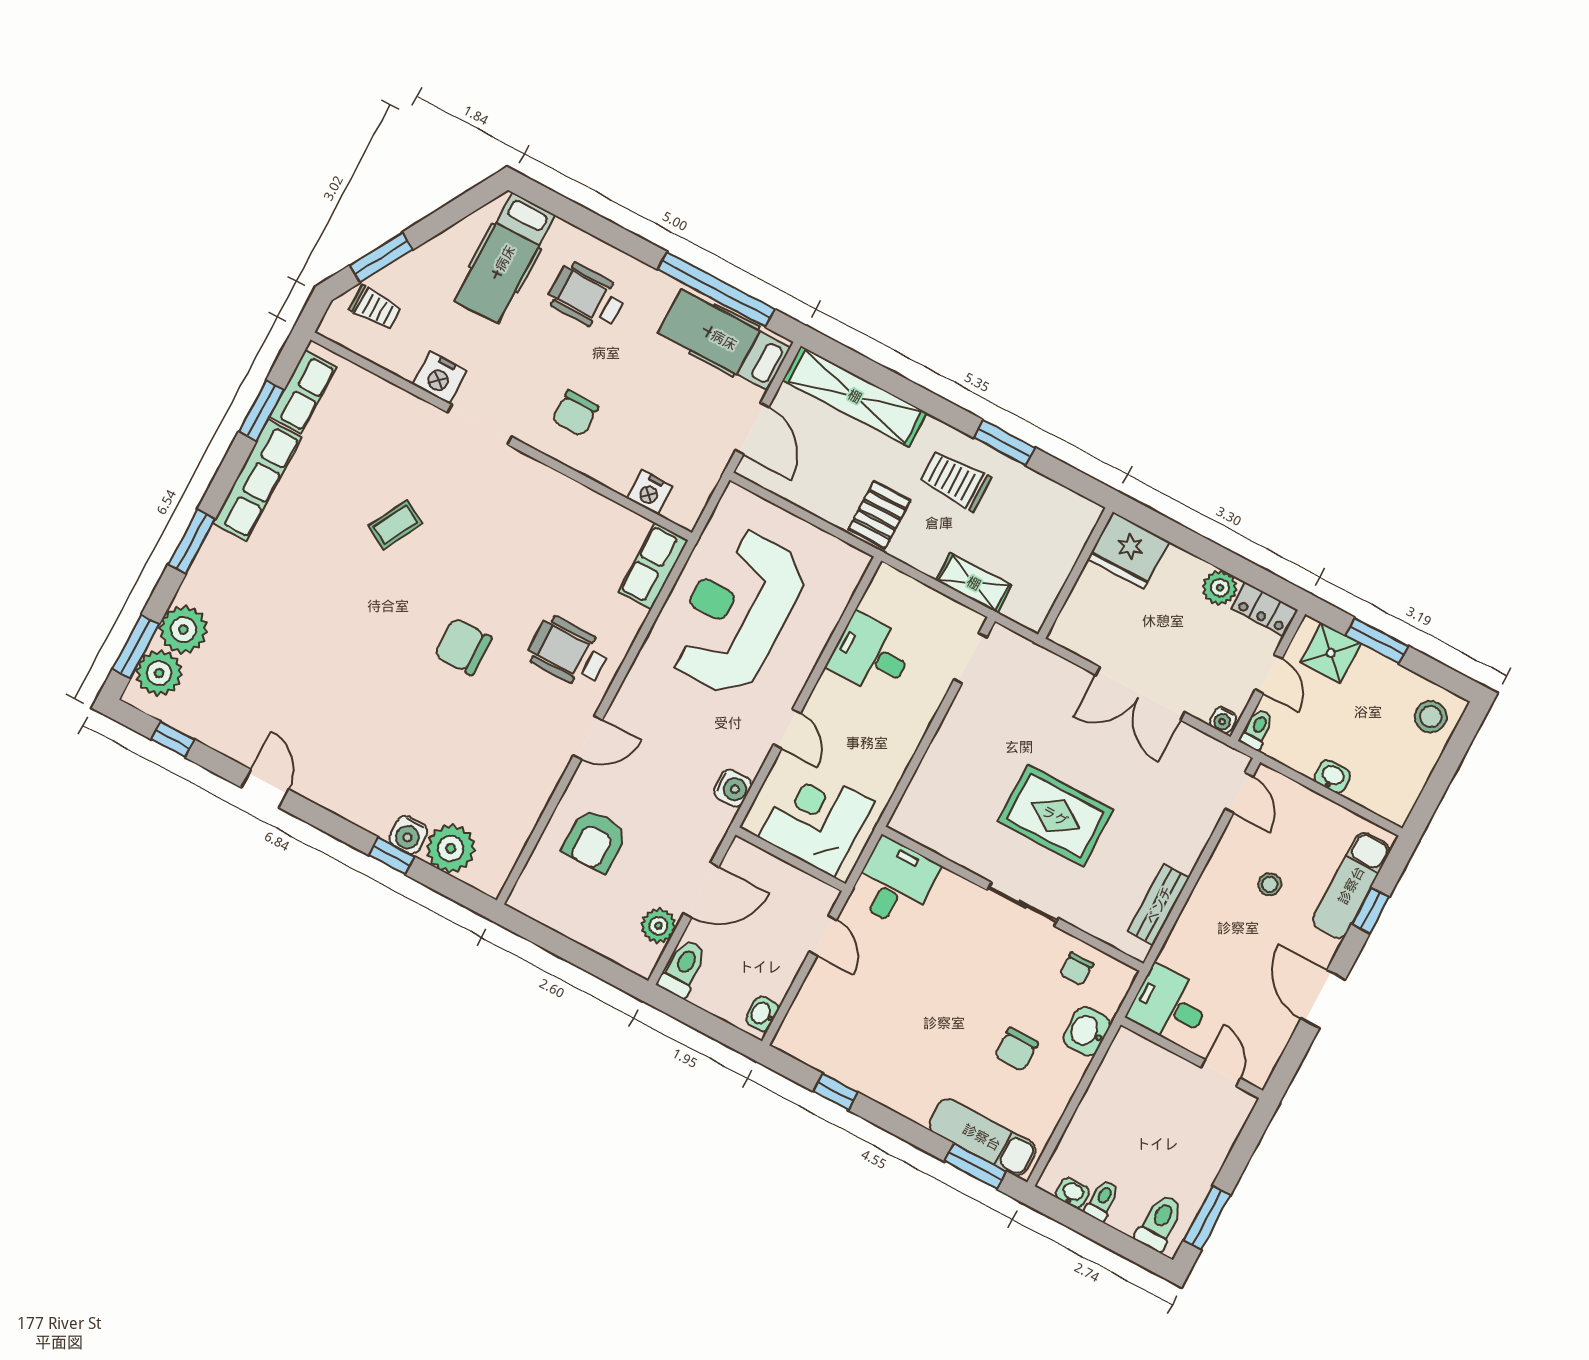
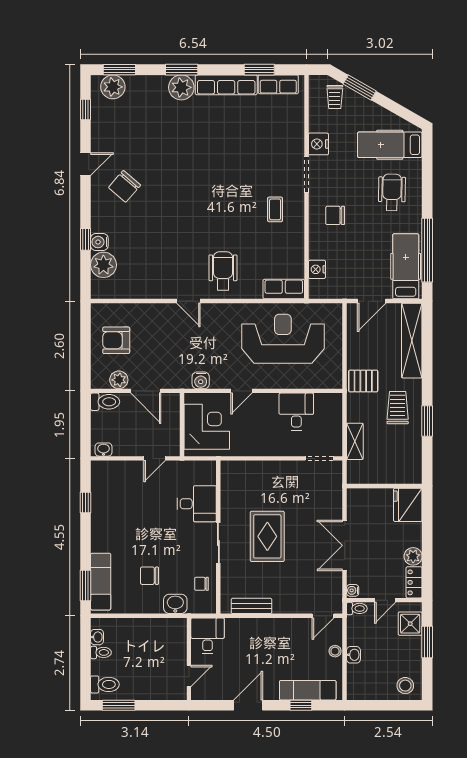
coffee table: (395, 525) -> (275, 209), moved, turned 62
plant: (183, 630) -> (181, 87), moved
chair: (463, 647) -> (125, 186), moved, turned -139
armchair: (595, 840) -> (116, 340), moved
desk: (895, 883) -> (197, 504), moved
stool: (1270, 884) -> (335, 651), moved

